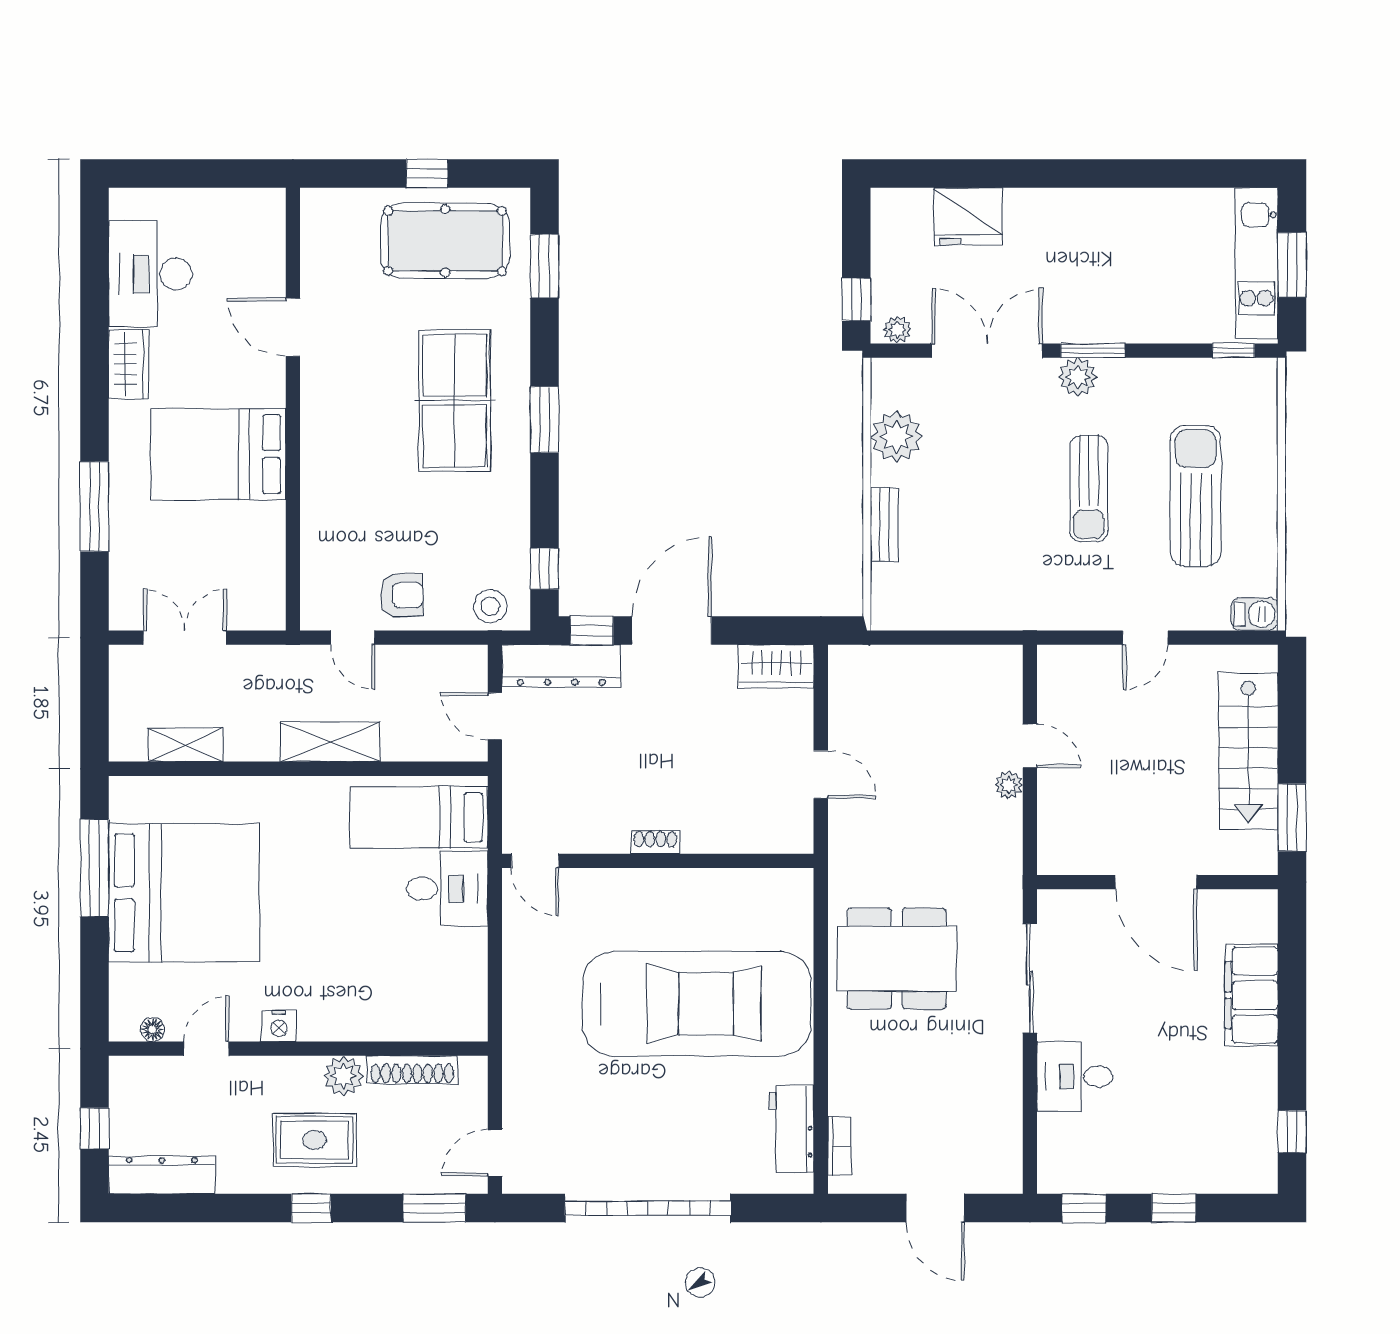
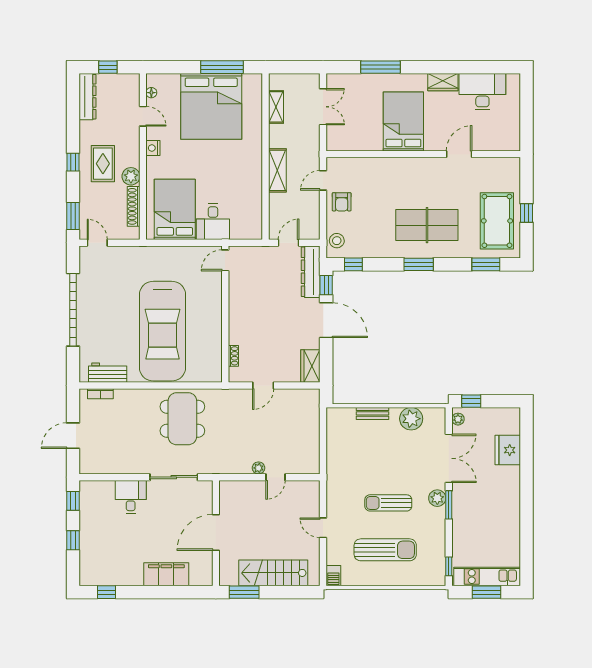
bed: (419, 817) -> (175, 209), moved, width x1.50
shoe rack: (655, 842) -> (233, 356), moved

